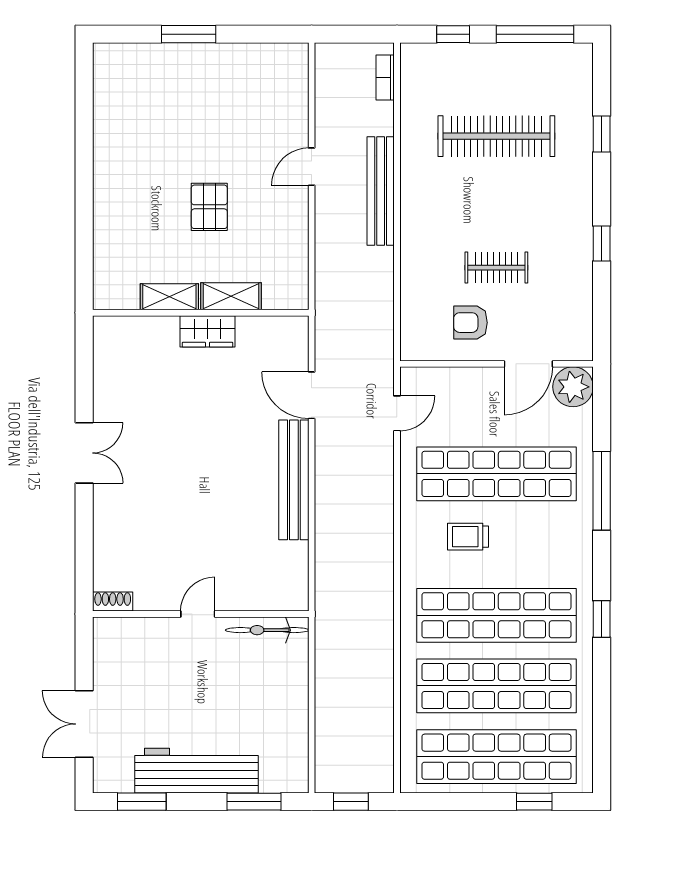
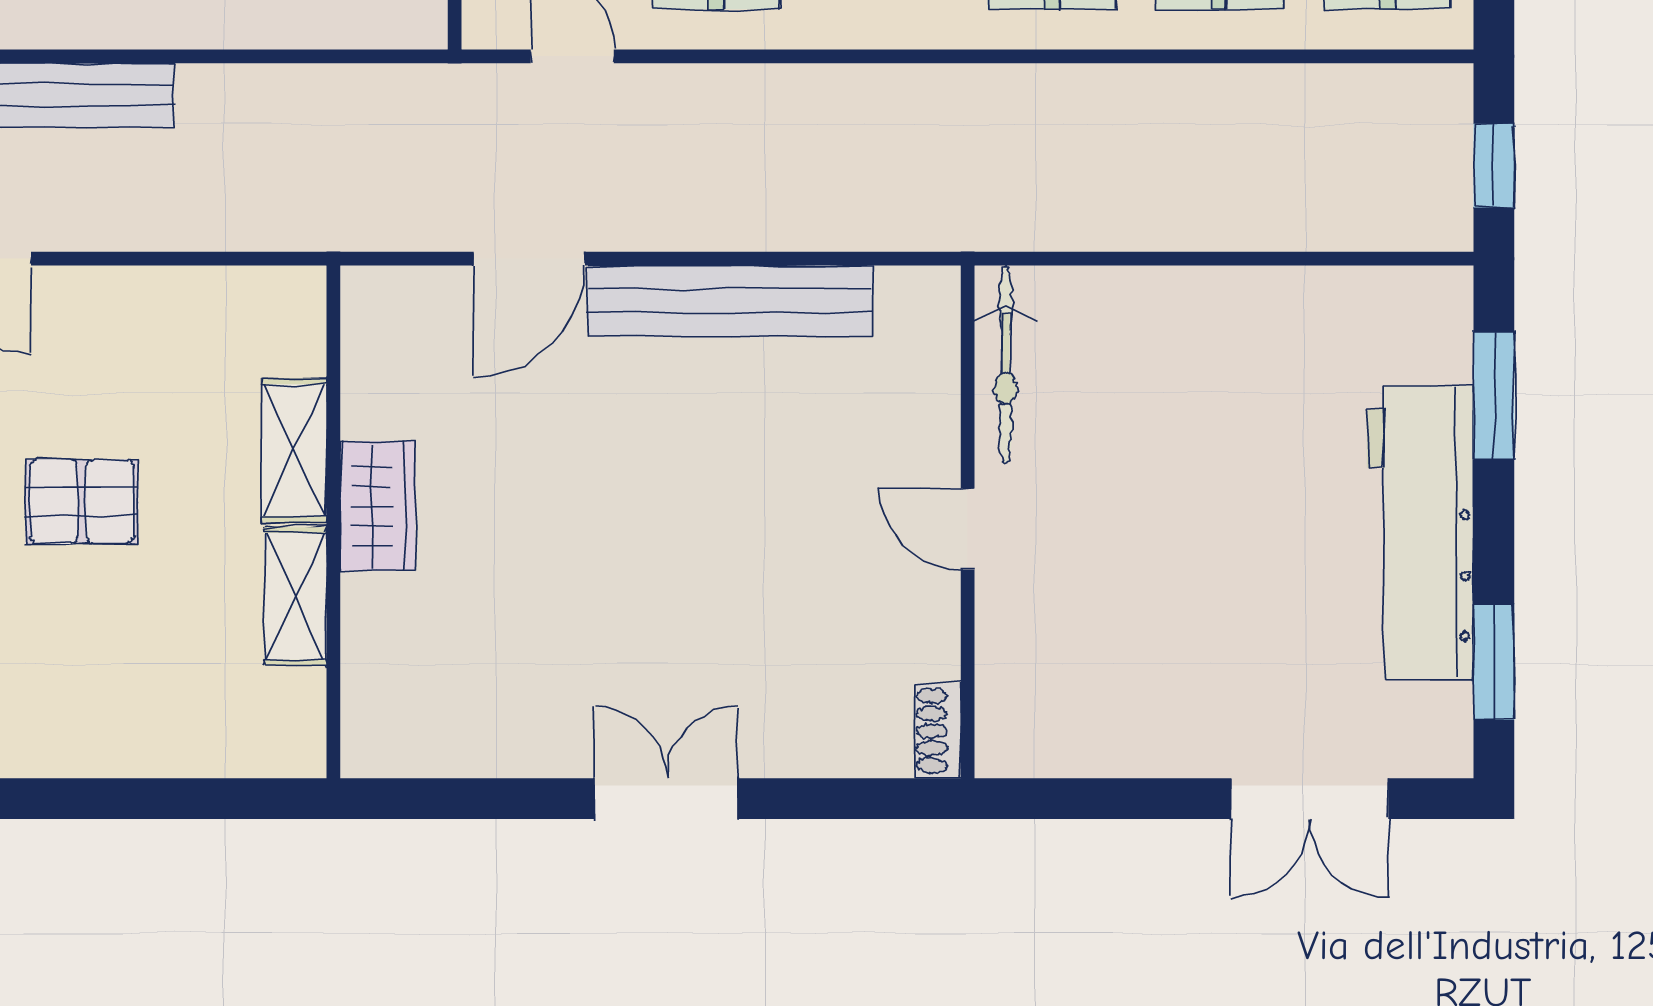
shoe rack: (113, 602) -> (938, 731), moved
door: (198, 614) -> (968, 529), moved
wall: (201, 614) -> (968, 522), moved
bicycle: (267, 630) -> (1006, 364), moved

